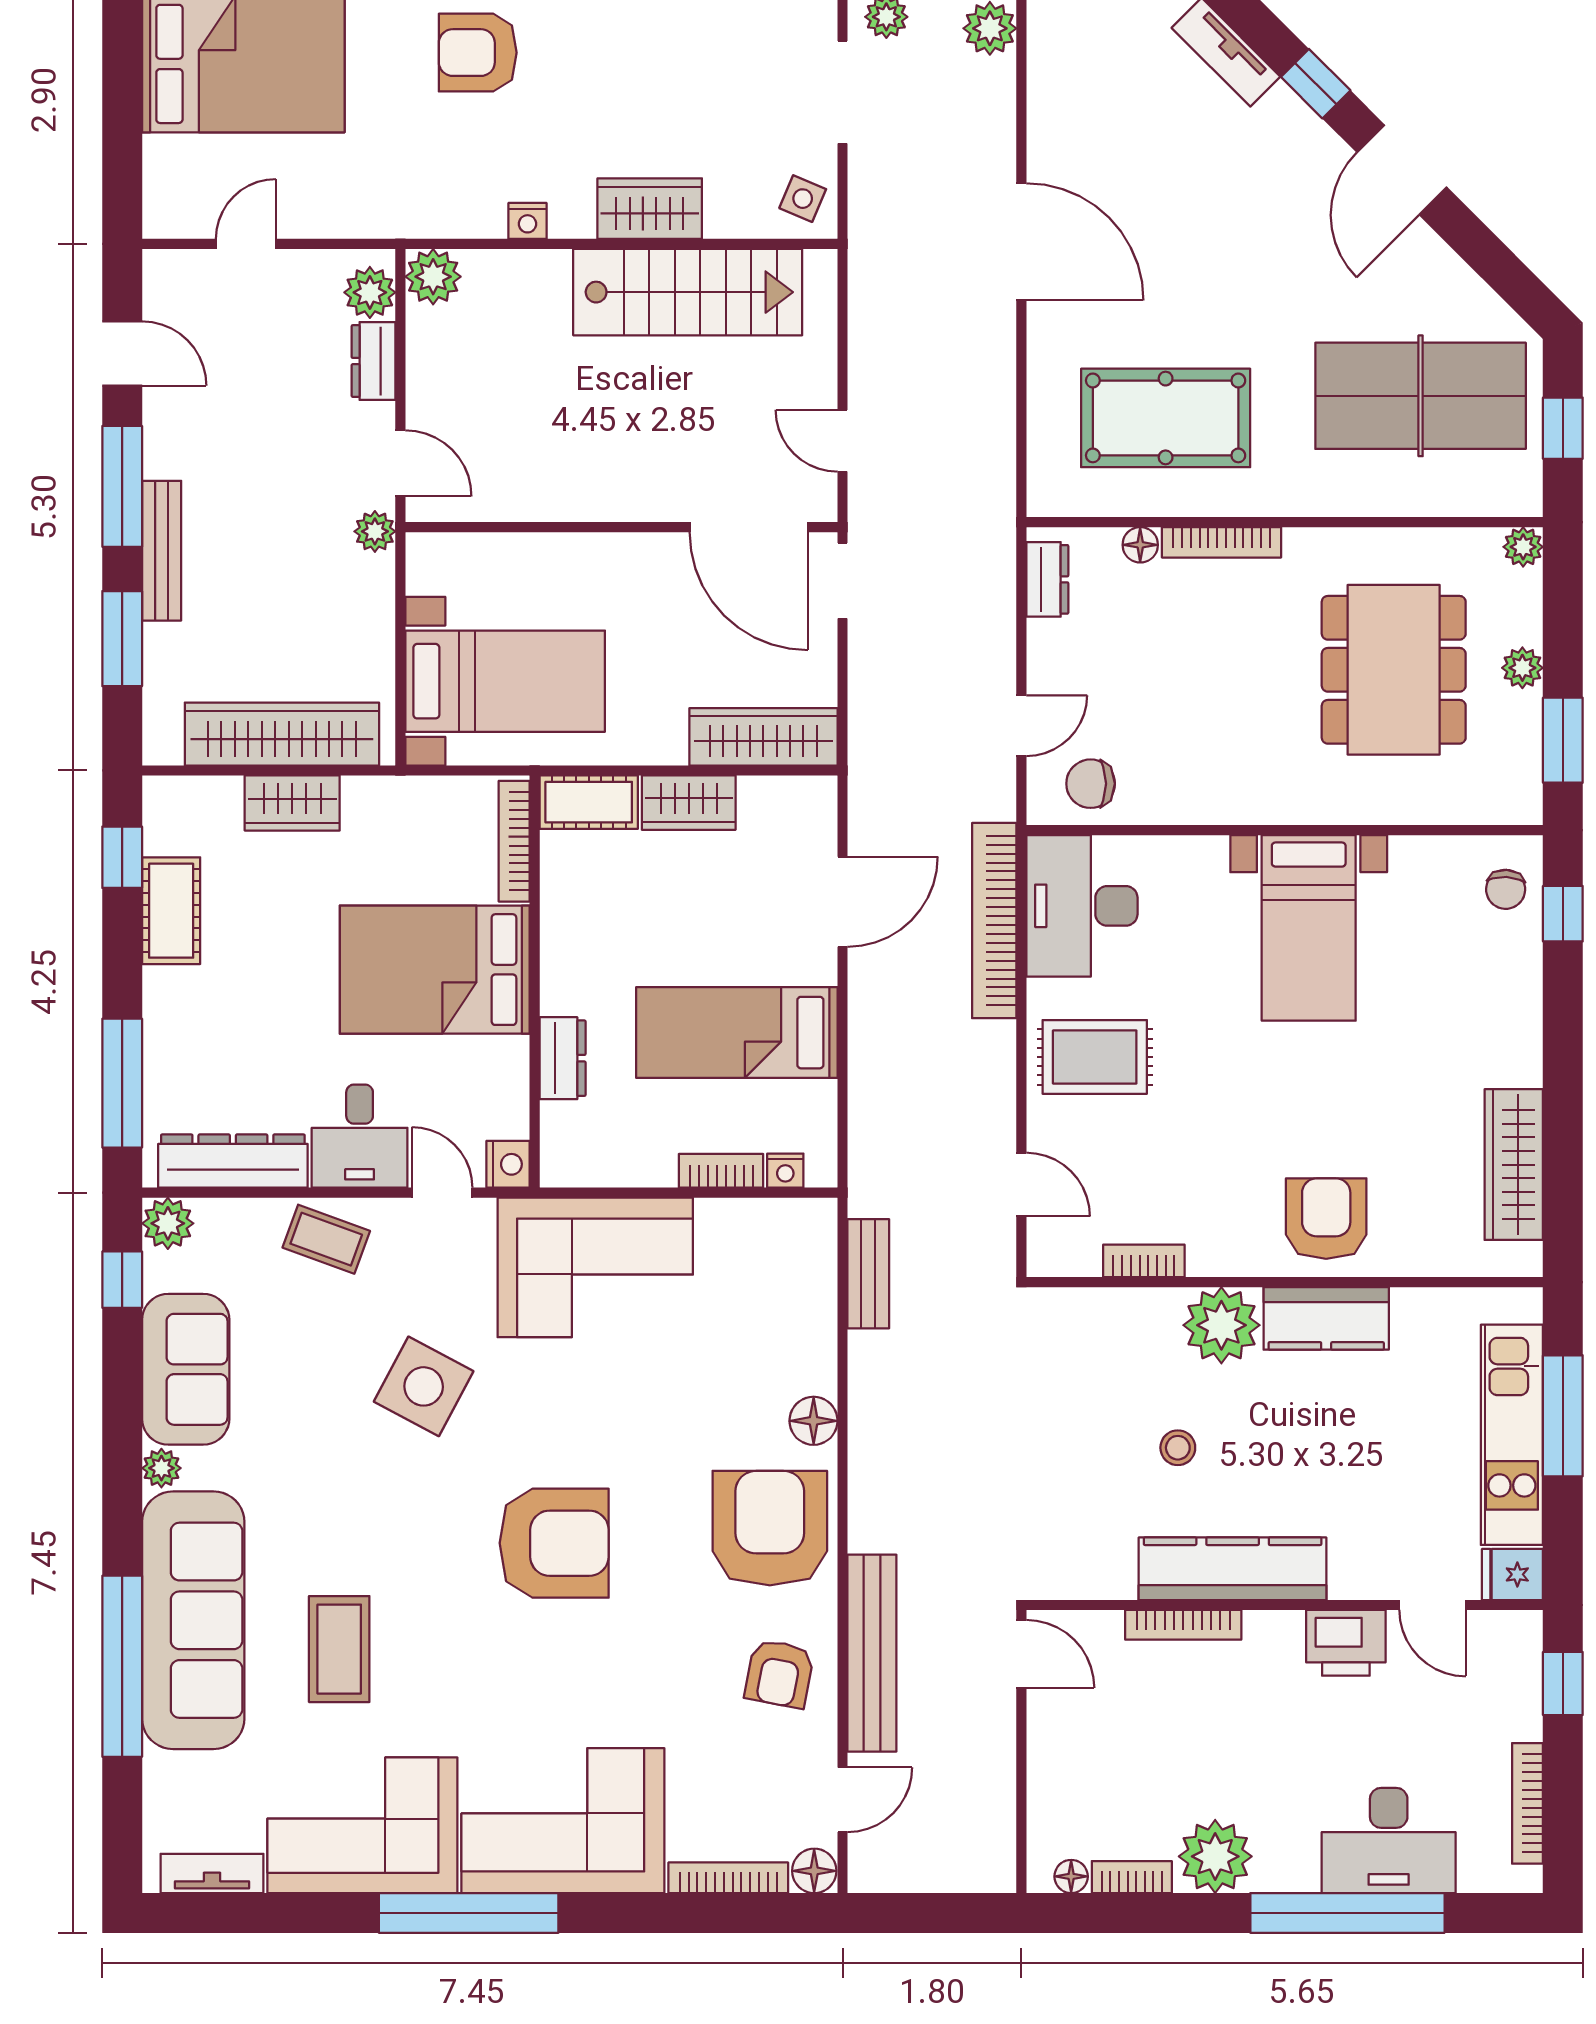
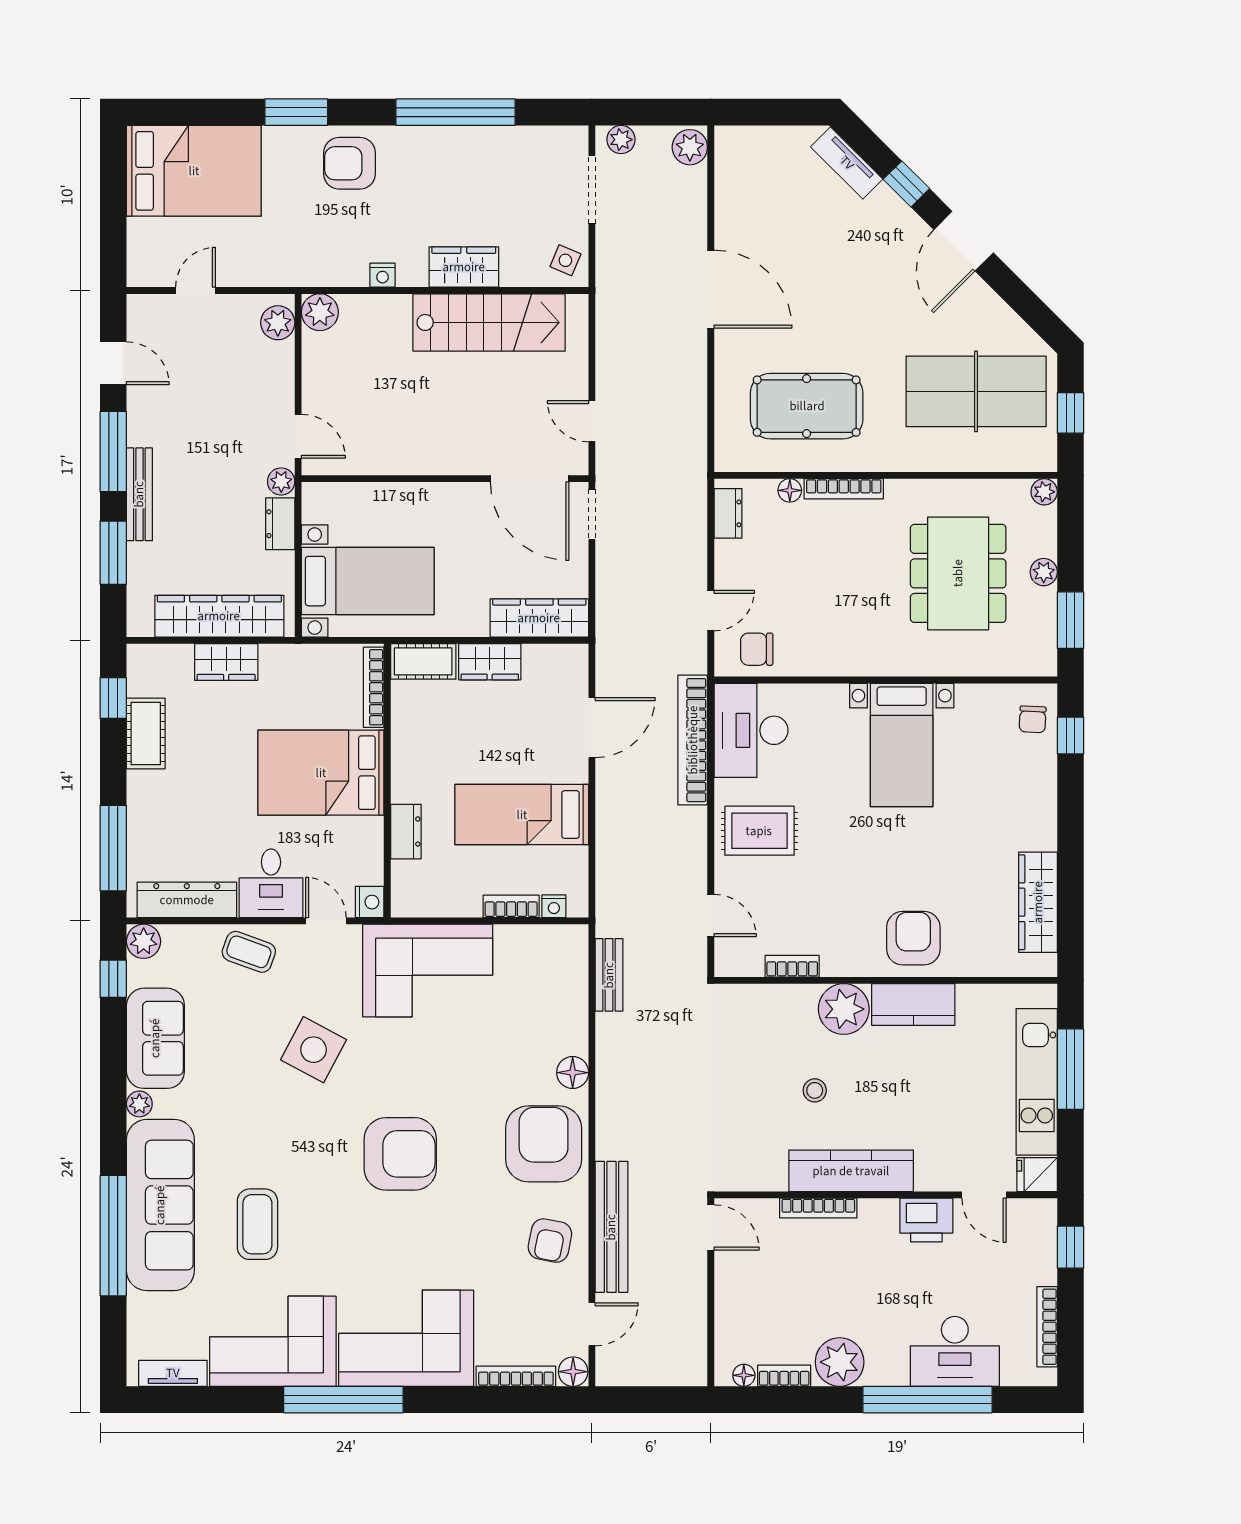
dresser: (374, 361) -> (280, 524), moved

